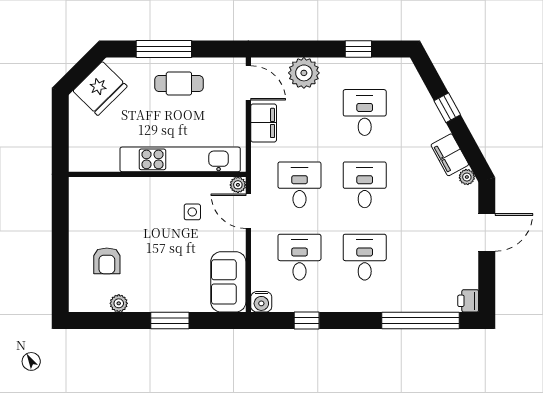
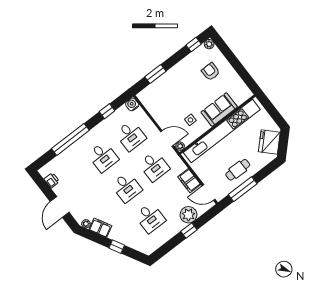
window: (164, 49) -> (243, 189), moved
window: (358, 49) -> (189, 231), moved
kitchen unit: (180, 159) -> (222, 131), width x1.36
sofa: (228, 282) -> (219, 110), moved, turned -90
printer: (468, 301) -> (52, 180), moved
plant: (119, 303) -> (209, 44), moved
window: (101, 321) -> (194, 45), added
window: (170, 321) -> (155, 74), moved
window: (421, 321) -> (70, 139), moved

